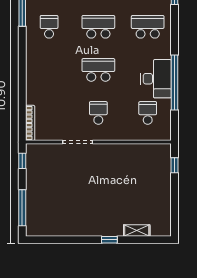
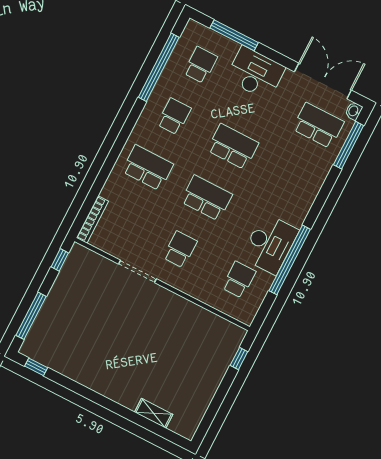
school desk: (148, 27) -> (148, 168), moved
window: (109, 240) -> (36, 367), moved

